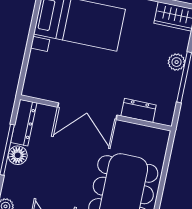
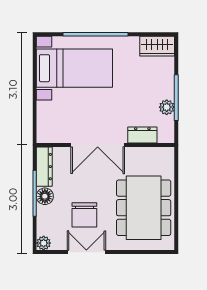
plant: (177, 62) -> (167, 107), moved
chair: (57, 185) -> (84, 215), added

